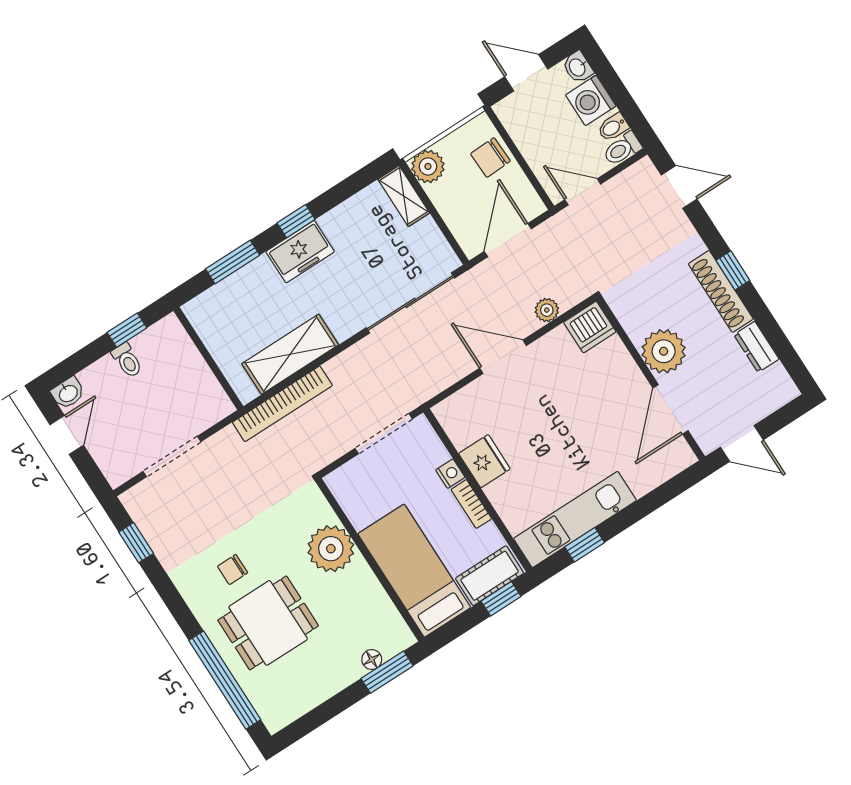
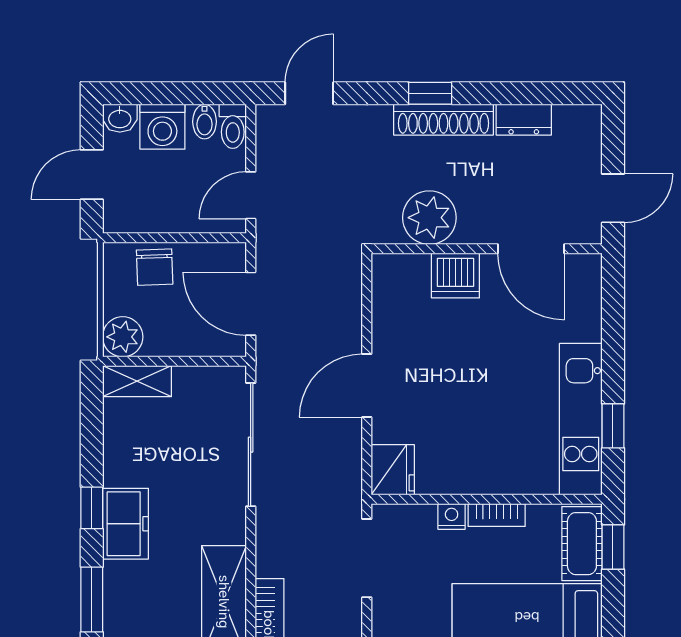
plant: (547, 310) -> (348, 310), removed
dishwasher: (590, 327) -> (455, 276), moved, turned 90
plant: (664, 351) -> (429, 218), moved
fridge: (484, 461) -> (393, 470), moved, turned 90

